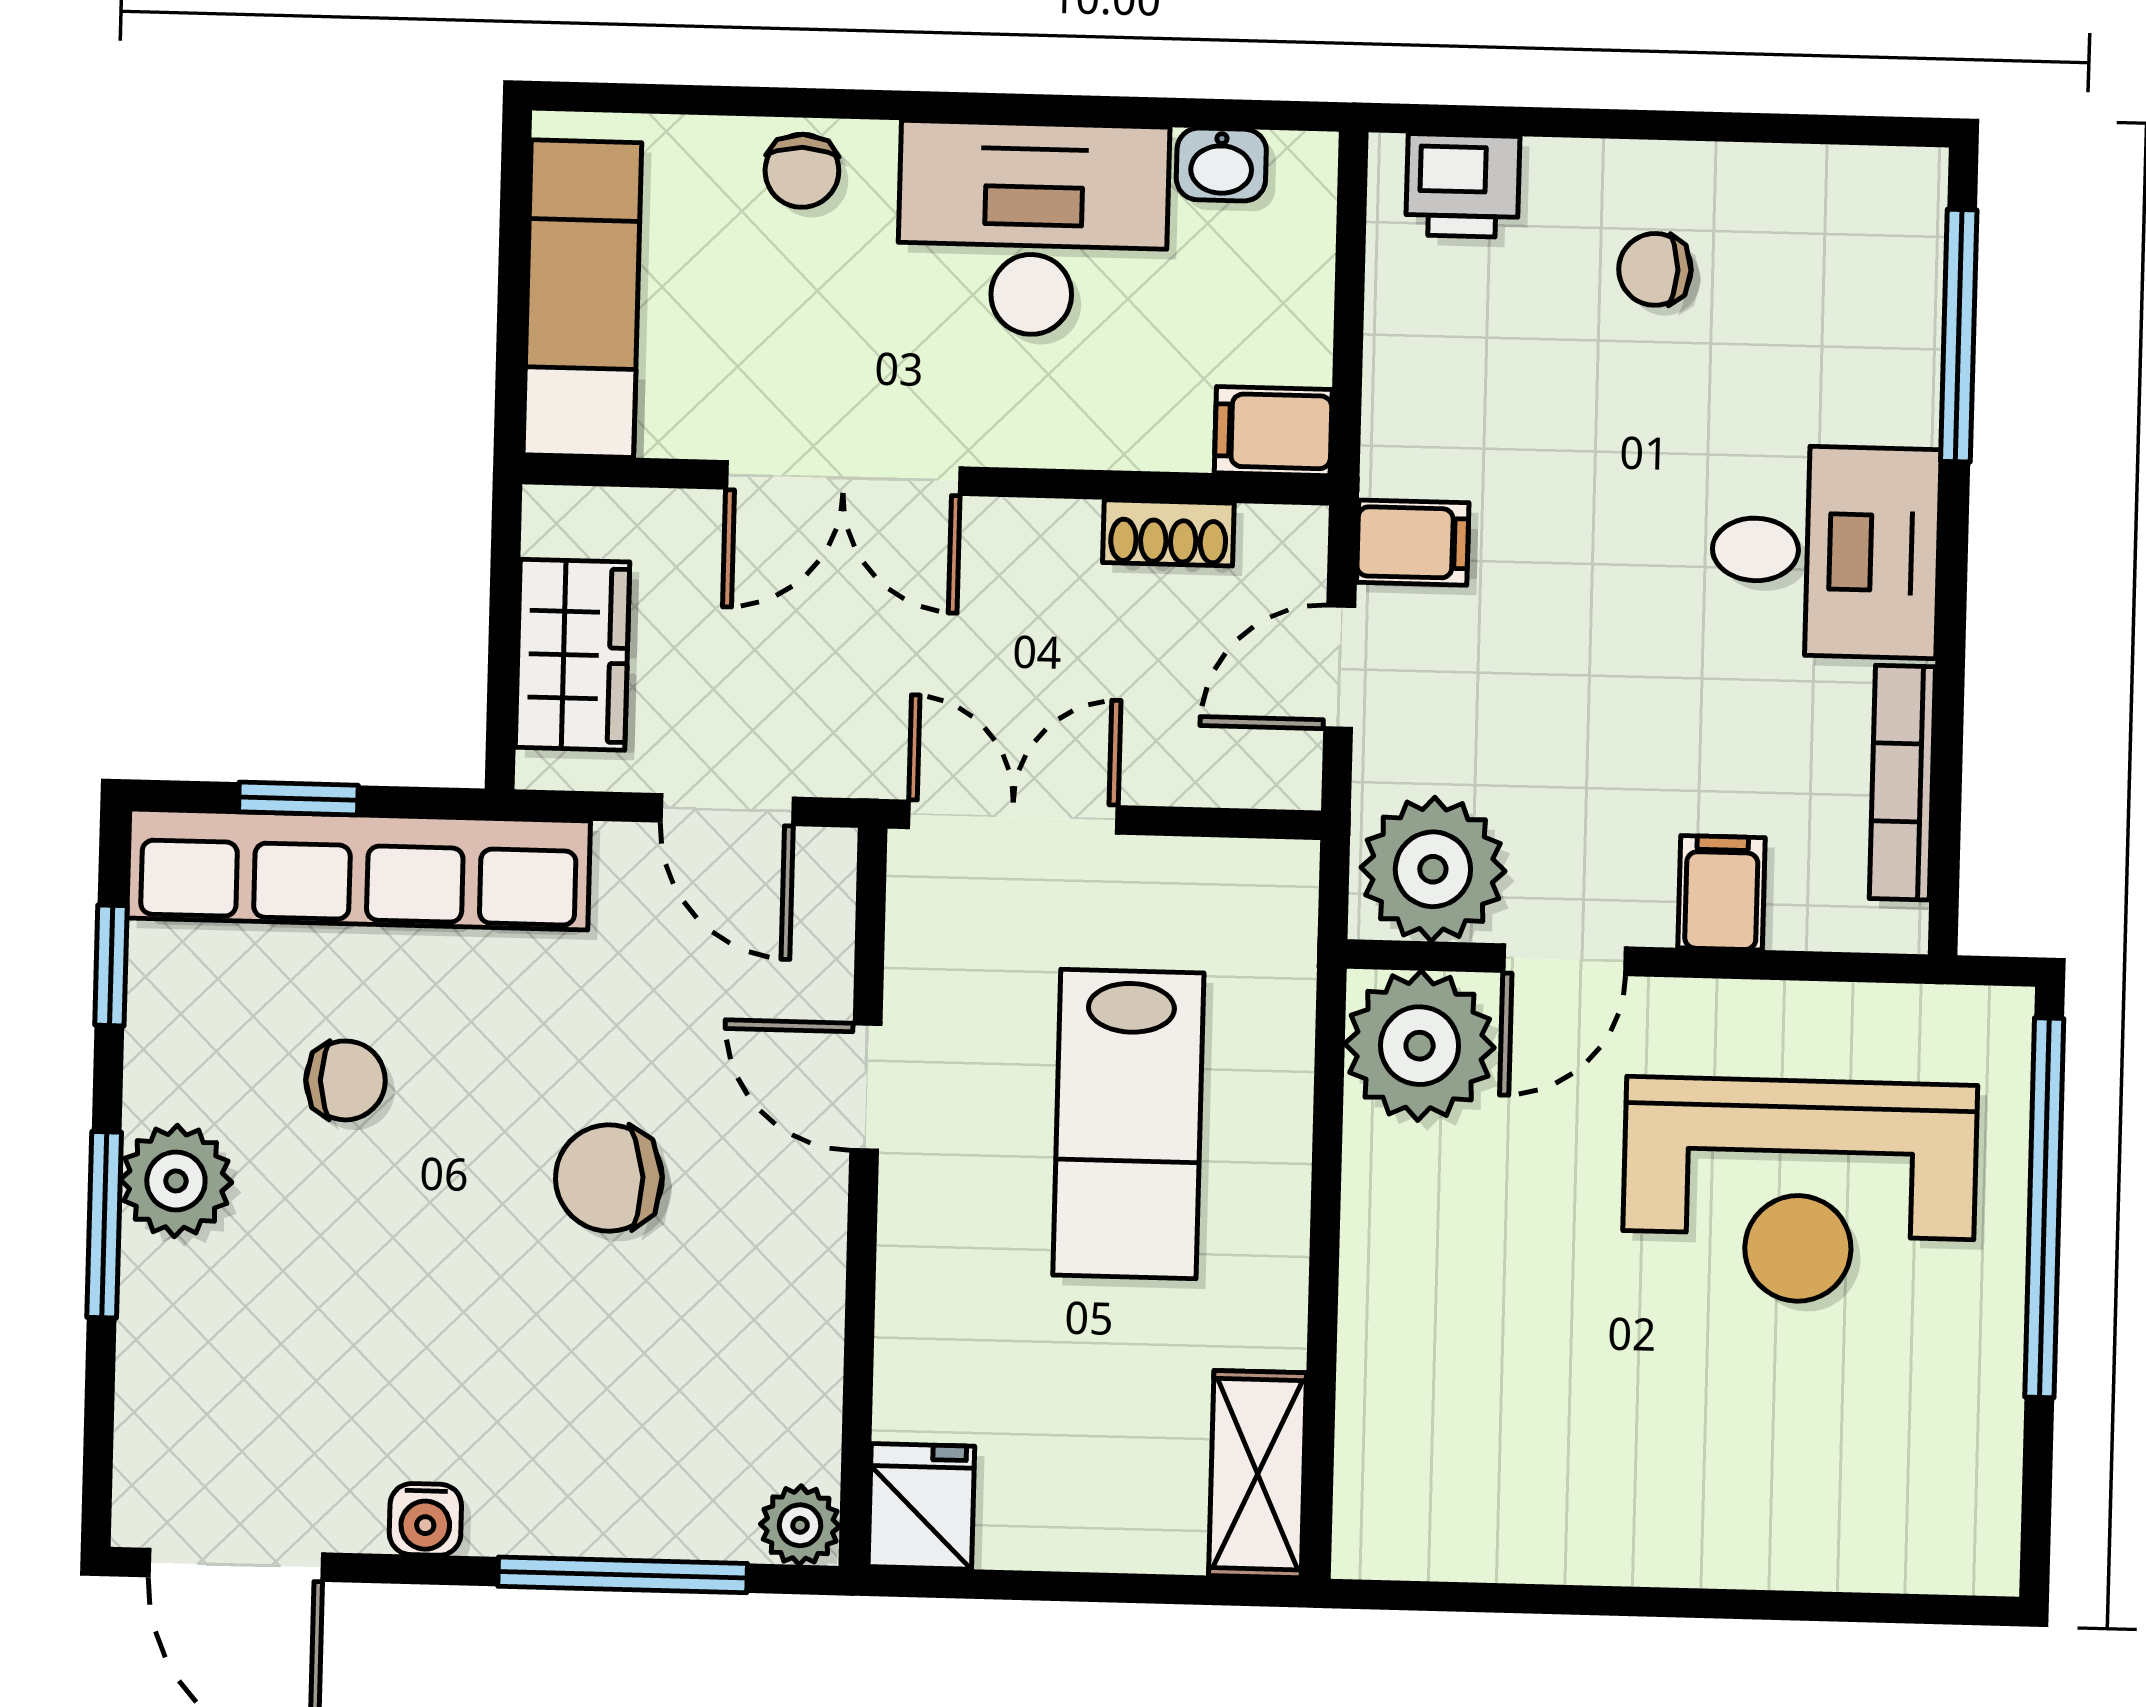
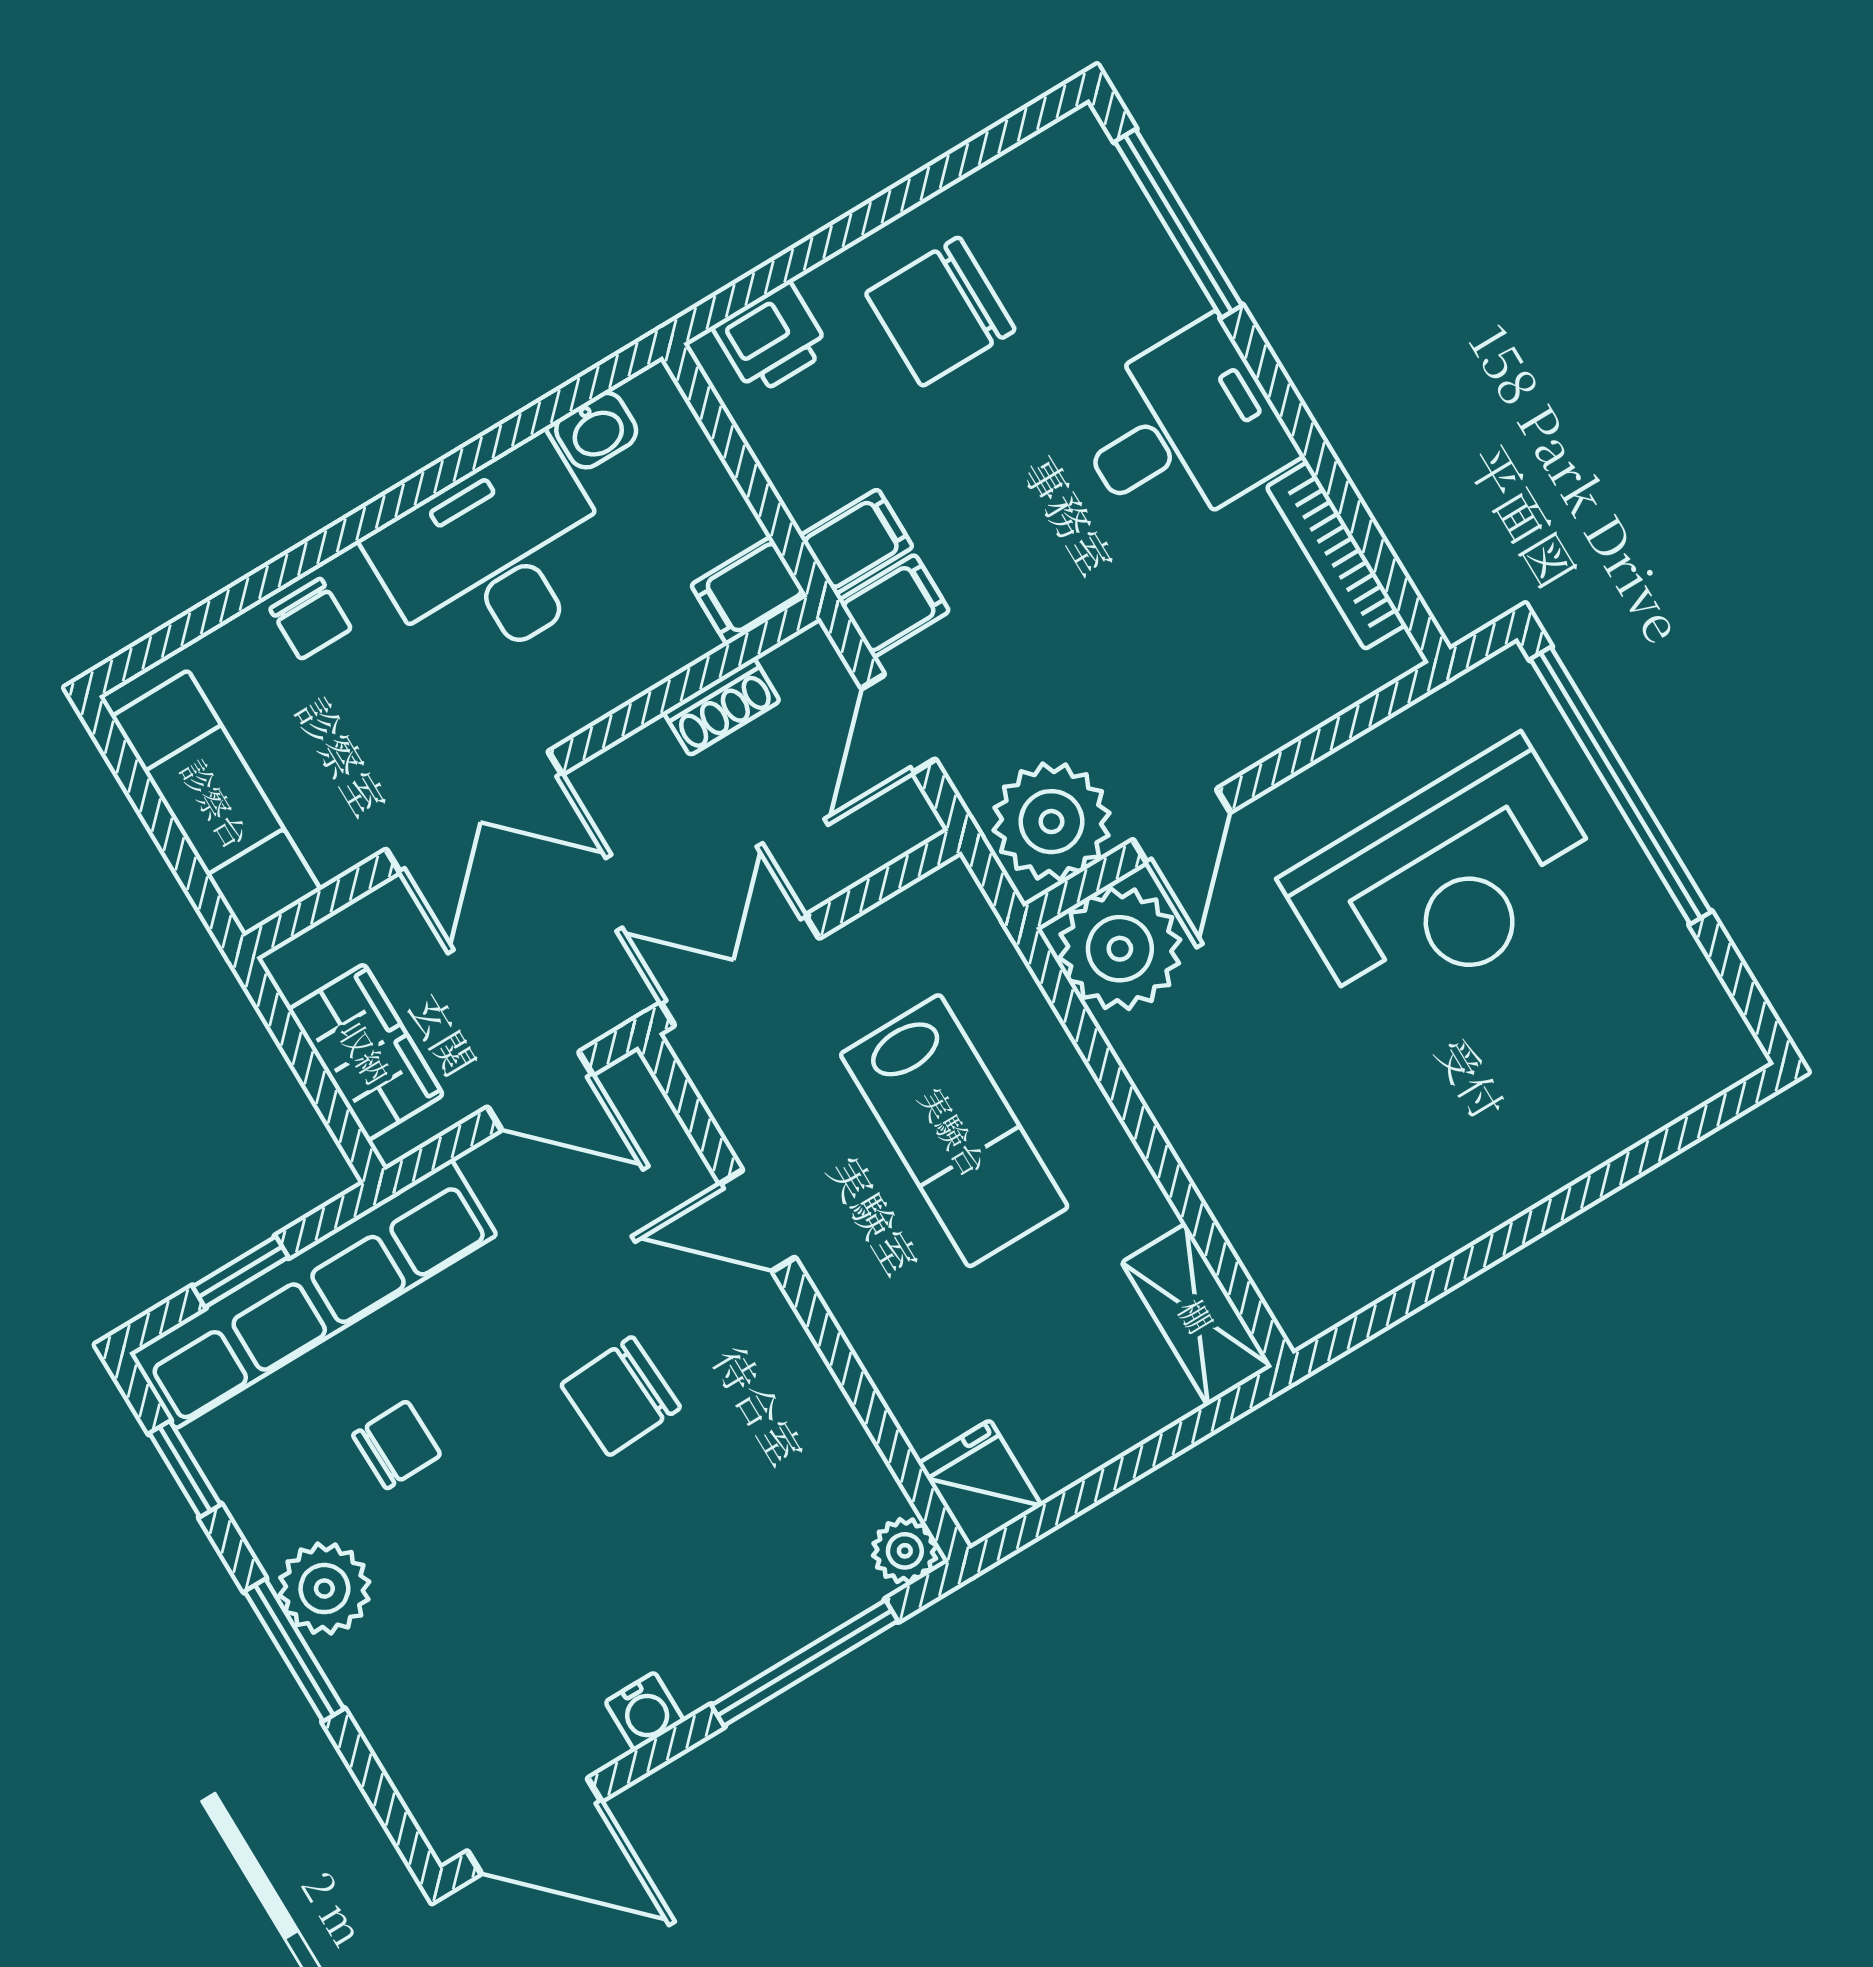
chair: (1655, 269) -> (940, 312), width x1.87, depth x1.87
filing cabinet: (1722, 893) -> (856, 542), moved, turned 90

